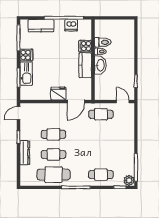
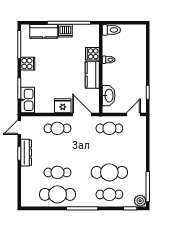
dishwasher: (71, 25) -> (65, 31), moved
toilet: (103, 42) -> (111, 30), moved
washbasin: (100, 65) -> (109, 96), moved
kitchen sink: (26, 74) -> (28, 100), moved
door: (76, 102) -> (82, 114), swing flipped
door: (123, 102) -> (133, 114), hinge flipped
cafe table: (53, 134) -> (57, 128), moved
dresser: (25, 153) -> (26, 153), moved
cafe table: (101, 154) -> (109, 172), added

